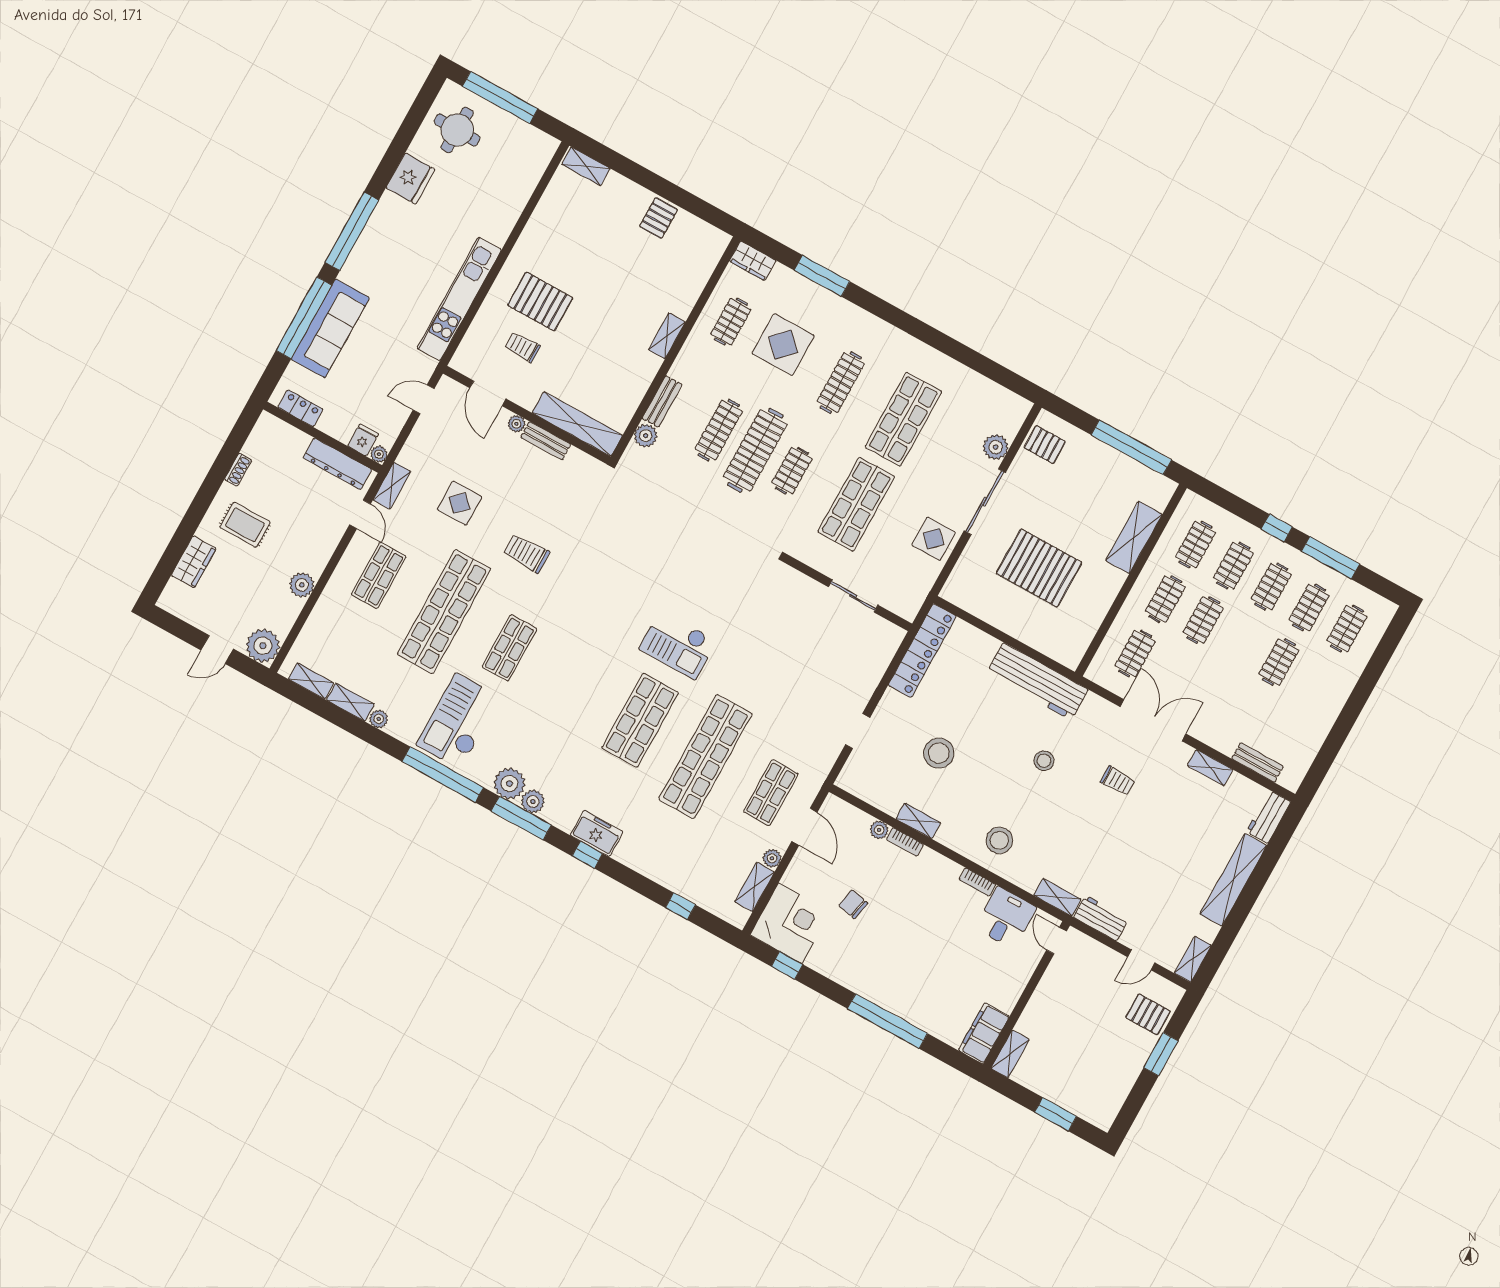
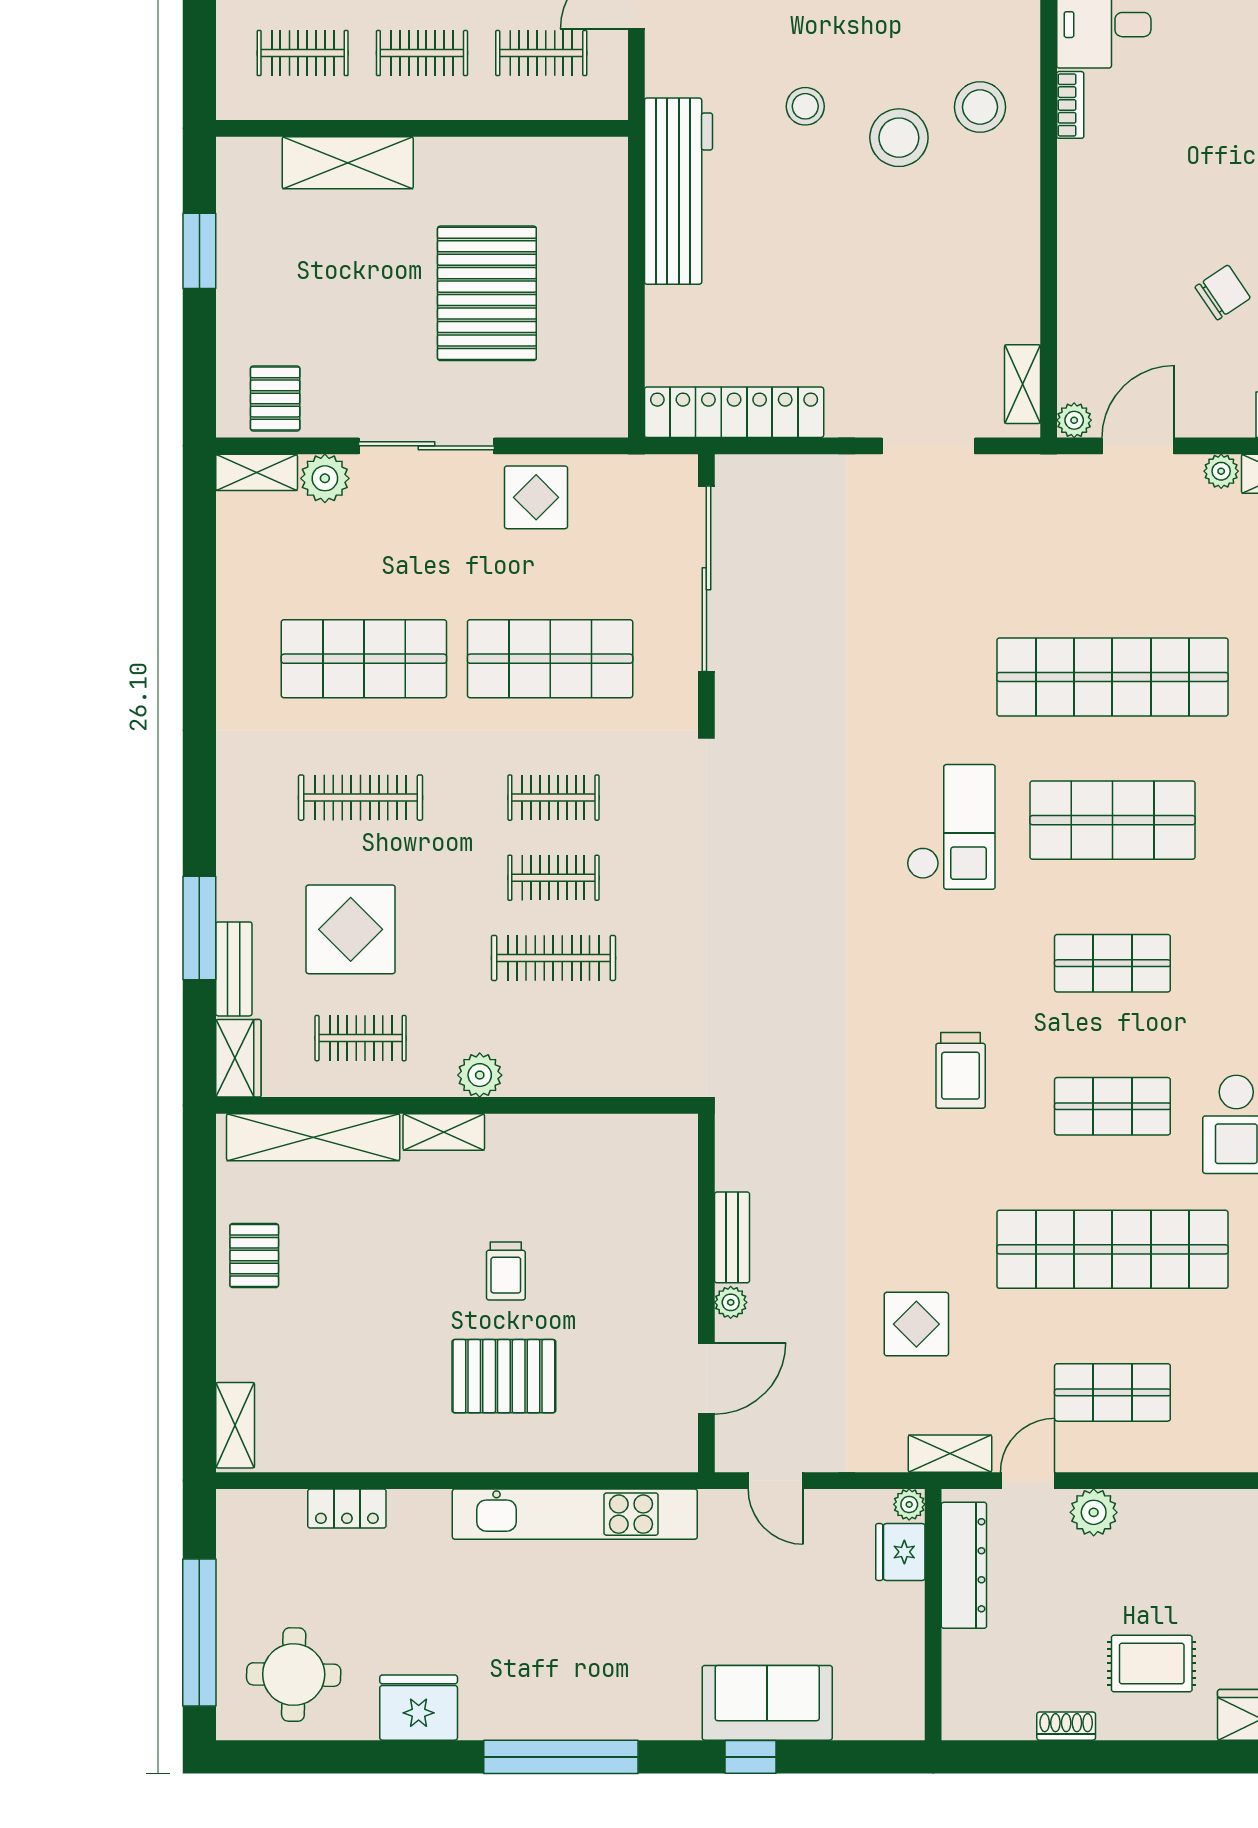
pallet: (659, 218) -> (254, 1256), turned 90
pallet: (540, 302) -> (504, 1376), turned 90
window: (304, 318) -> (750, 1757), width x0.32
sofa: (330, 328) -> (767, 1703), width x0.73
trolley: (522, 347) -> (506, 1271), moved
bench: (662, 401) -> (234, 969), moved, turned 90
locker: (300, 408) -> (347, 1509), moved, turned -90
shelving: (1016, 417) -> (257, 472), added
shelving: (577, 424) -> (313, 1137), moved, turned 90
plant: (646, 436) -> (480, 1075), moved
fridge: (363, 440) -> (900, 1552), width x1.38
window: (1131, 447) -> (199, 251), width x0.47
clothes rail: (755, 450) -> (553, 878), width x0.54, depth x0.76
rug: (245, 525) -> (1152, 1663), turned 90
trolley: (527, 553) -> (961, 1070), moved
plant: (302, 585) -> (1094, 1512), moved
sliding door: (853, 596) -> (706, 579), width x1.86
doorway: (858, 731) -> (928, 446), width x1.38
stool: (939, 753) -> (899, 138), moved
shop shelf: (771, 793) -> (1112, 963), moved
shelving: (918, 821) -> (1023, 384), moved
plant: (879, 830) -> (1074, 420), moved
bookcase: (905, 842) -> (1070, 264), removed
chair: (853, 904) -> (1223, 292), turned -136

